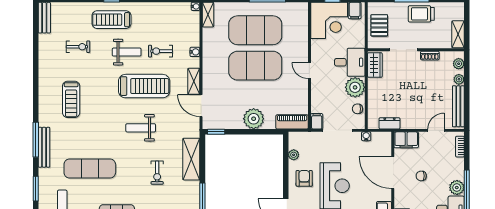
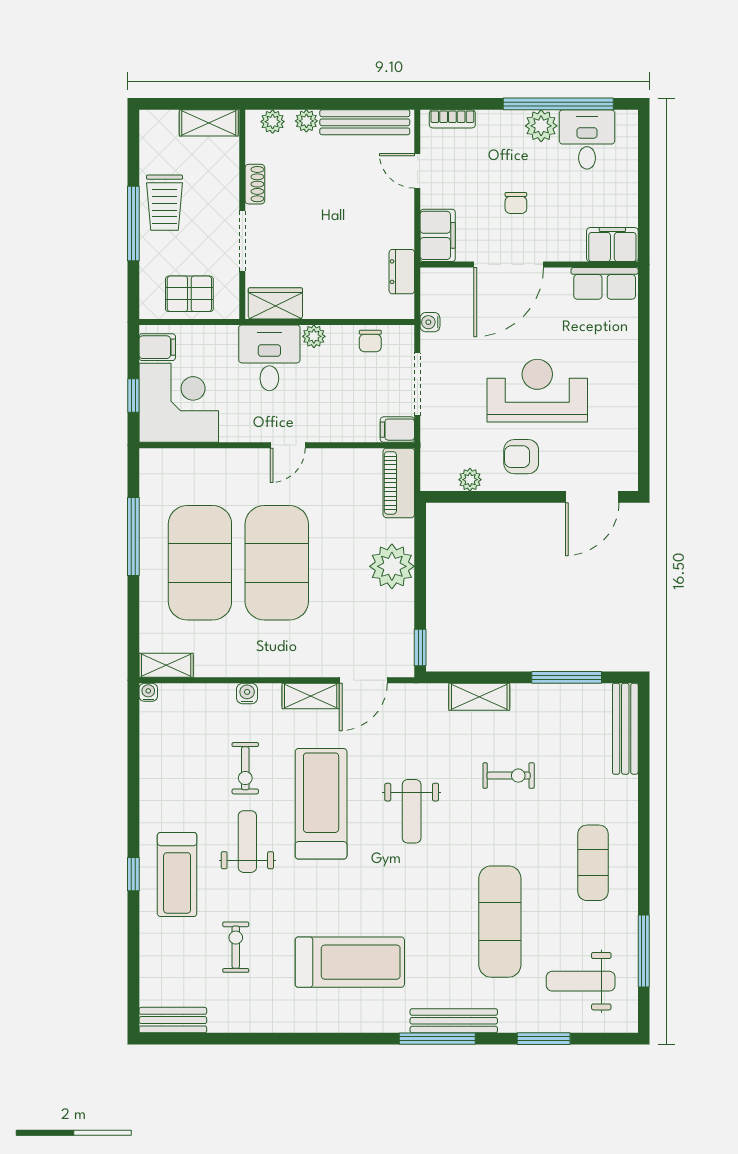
plant: (355, 87) -> (314, 336), width x0.53, depth x0.53
treadmill: (71, 99) -> (350, 962), width x1.37, depth x1.38
shelving: (191, 159) -> (479, 697), width x0.67, depth x0.75

